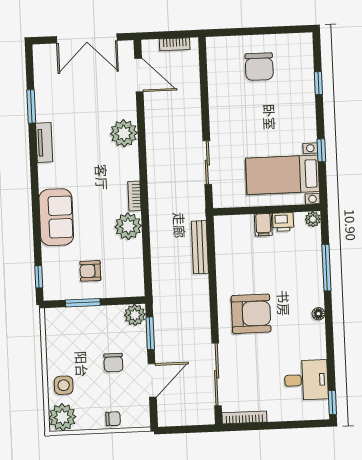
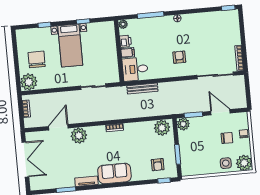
plant: (221, 51) -> (29, 82), added
chair: (259, 67) -> (37, 59), turned -90
door: (139, 75) -> (58, 127), moved
bed with nightstands: (283, 175) -> (70, 46), moved
sofa: (56, 217) -> (114, 173), moved
plant: (128, 226) -> (162, 128), moved
armchair: (90, 271) -> (158, 165), moved
armchair: (251, 314) -> (179, 57), width x0.53, depth x0.53
chair: (113, 363) -> (227, 138), moved
desk: (306, 380) -> (135, 69), moved, turned -90

